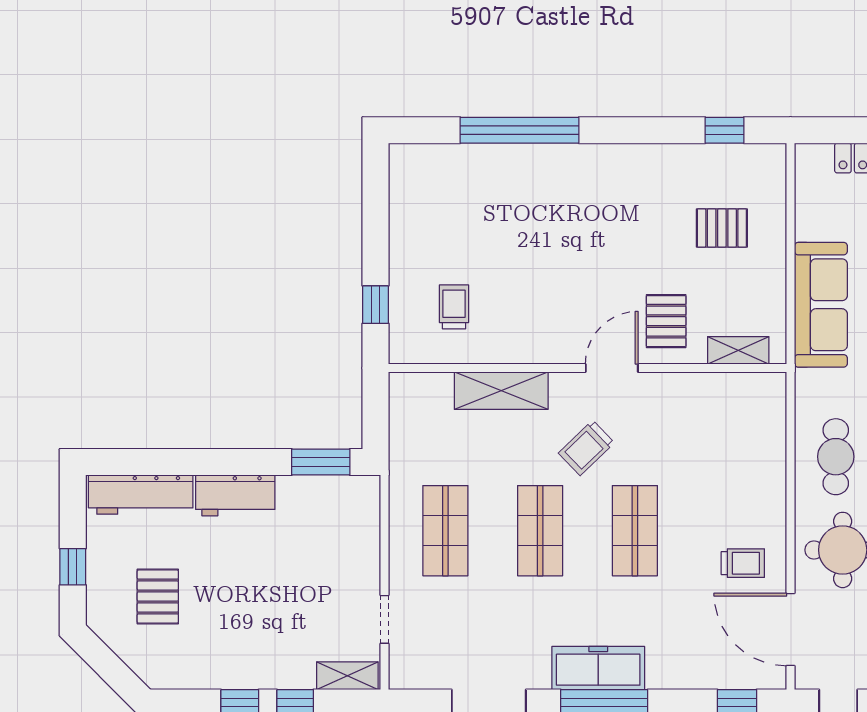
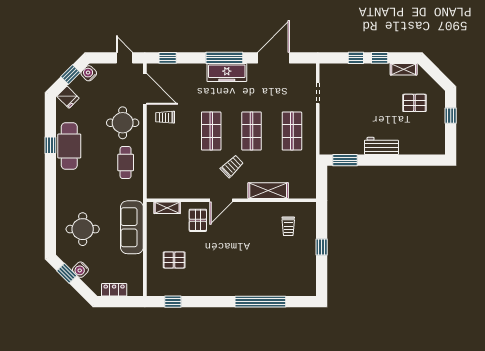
window: (376, 305) -> (322, 247), moved
workbench: (141, 495) -> (422, 146), removed
pallet: (158, 597) -> (414, 103), turned 90
shelving: (347, 676) -> (404, 69), moved

